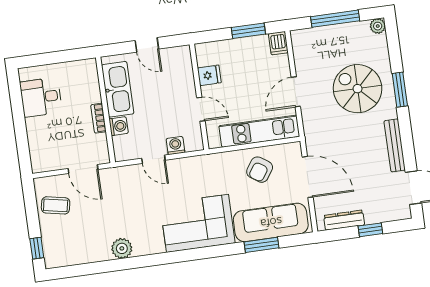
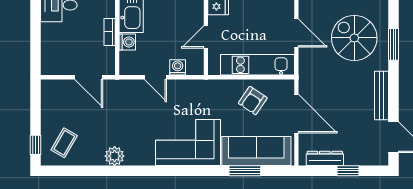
door: (296, 92) -> (296, 33), swing flipped
door: (201, 109) -> (206, 37), swing flipped
coffee table: (56, 205) -> (64, 143), moved, turned -71

